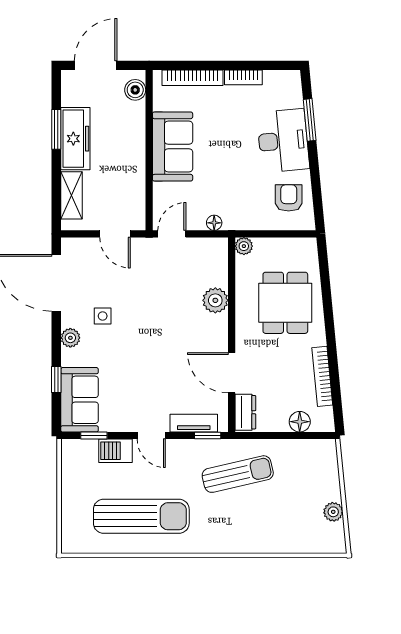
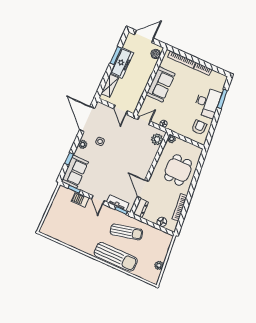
plant: (215, 300) -> (157, 139), moved
sun lounger: (141, 516) -> (116, 257), moved

